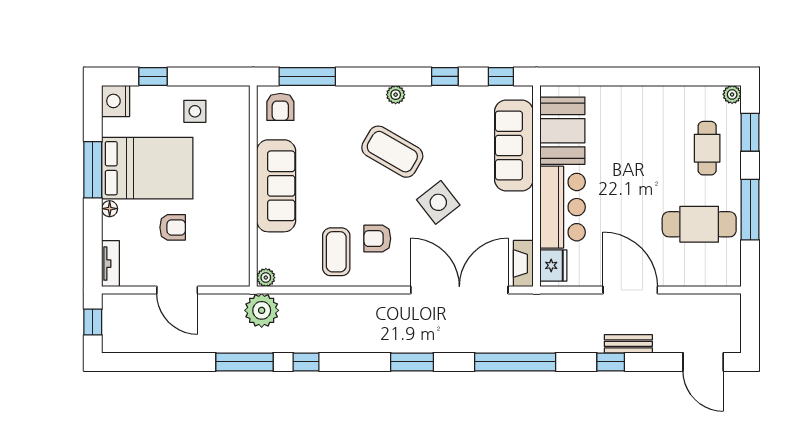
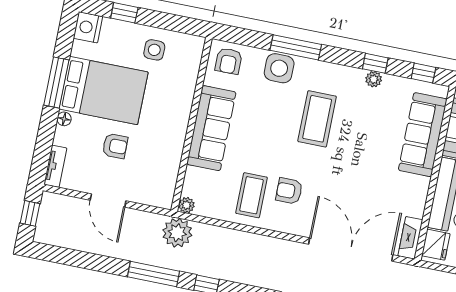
window: (307, 76) -> (296, 47), moved
plant: (396, 95) -> (374, 79), moved
coffee table: (392, 152) -> (317, 119), turned 60
side table: (438, 202) -> (279, 68), moved, turned 38

